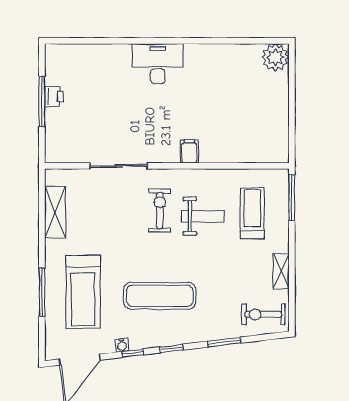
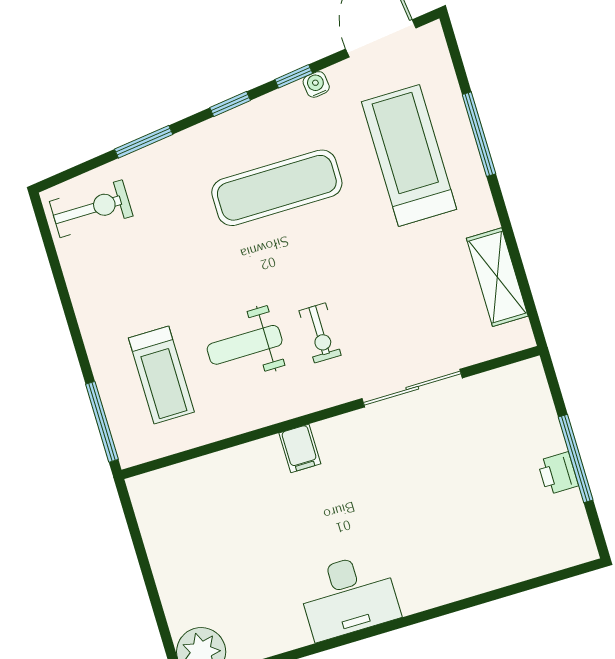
desk: (158, 64) -> (349, 596), moved
exercise bike: (160, 210) -> (320, 333), width x0.73, depth x0.72
shelving: (281, 271) -> (83, 291), removed

